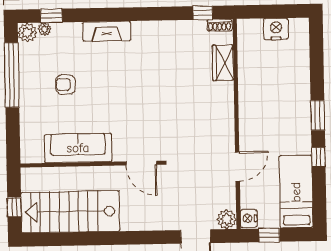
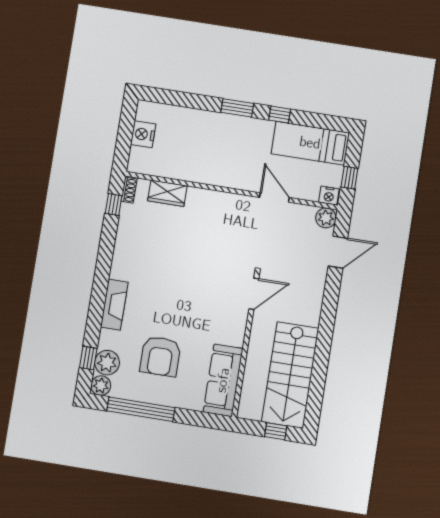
plant: (45, 29) -> (107, 363), width x1.88, depth x1.88
armchair: (66, 85) -> (160, 356), width x1.88, depth x1.88
sofa: (78, 148) -> (223, 380), moved

